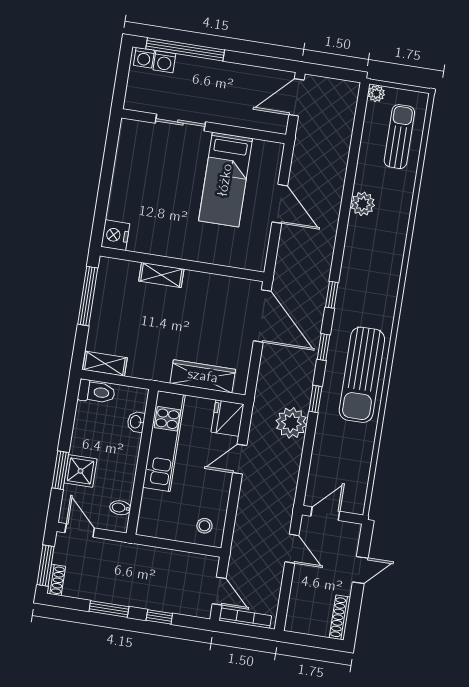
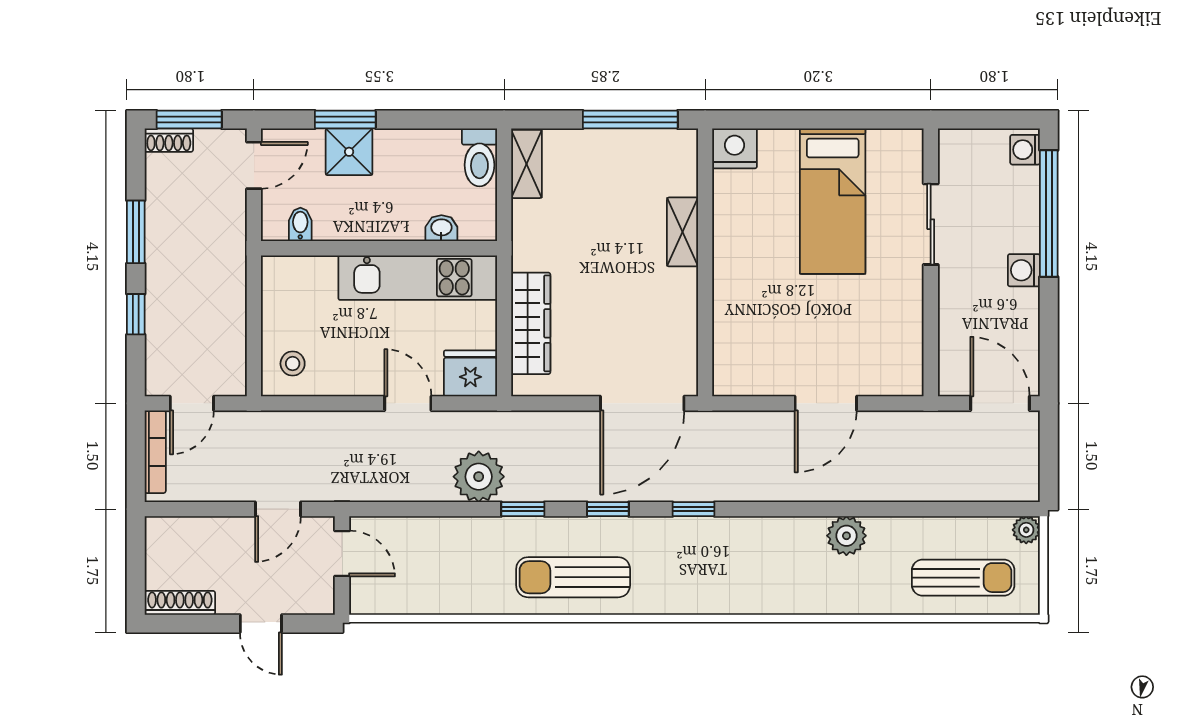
washing machine: (164, 62) -> (1024, 270), moved
bed: (225, 180) -> (833, 201), moved, turned -90
sun lounger: (362, 375) -> (573, 577), width x0.73, depth x0.75

